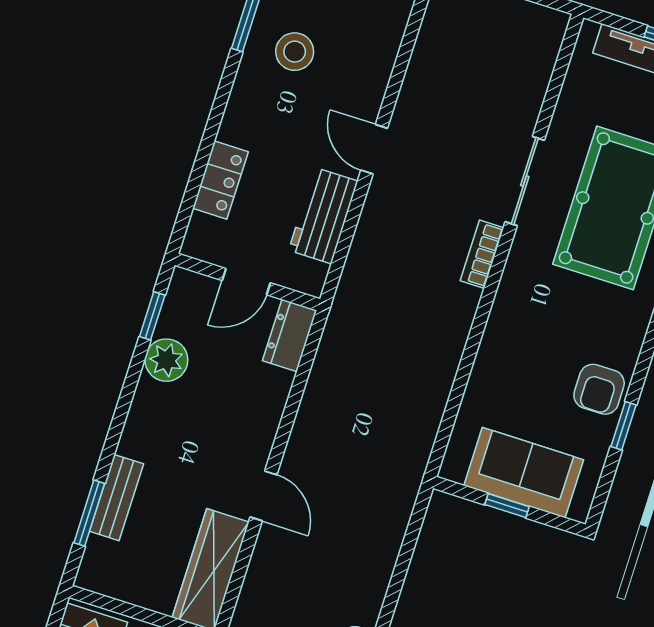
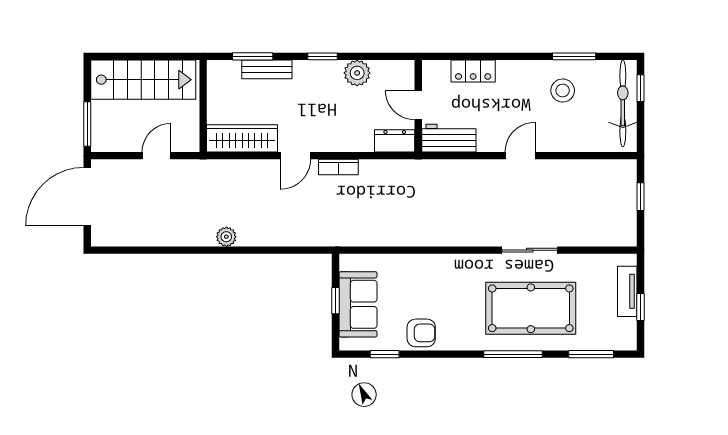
workbench: (323, 216) -> (449, 138), moved
bookcase: (482, 254) -> (338, 167), moved, turned 180
window: (152, 316) -> (322, 56), moved
armchair: (599, 389) -> (421, 333), turned 180
window: (624, 426) -> (385, 354), moved

